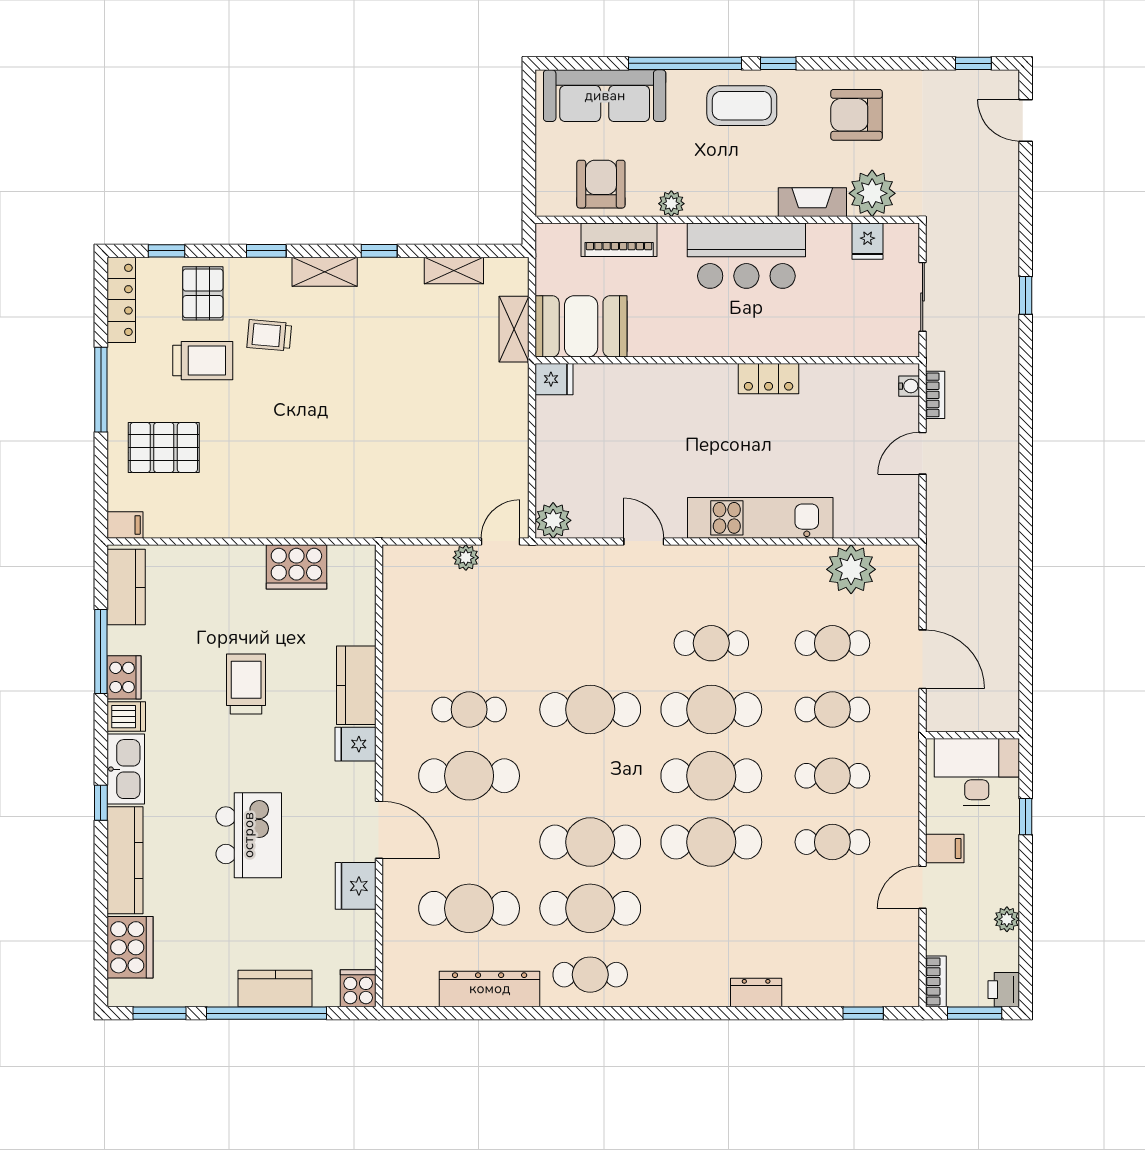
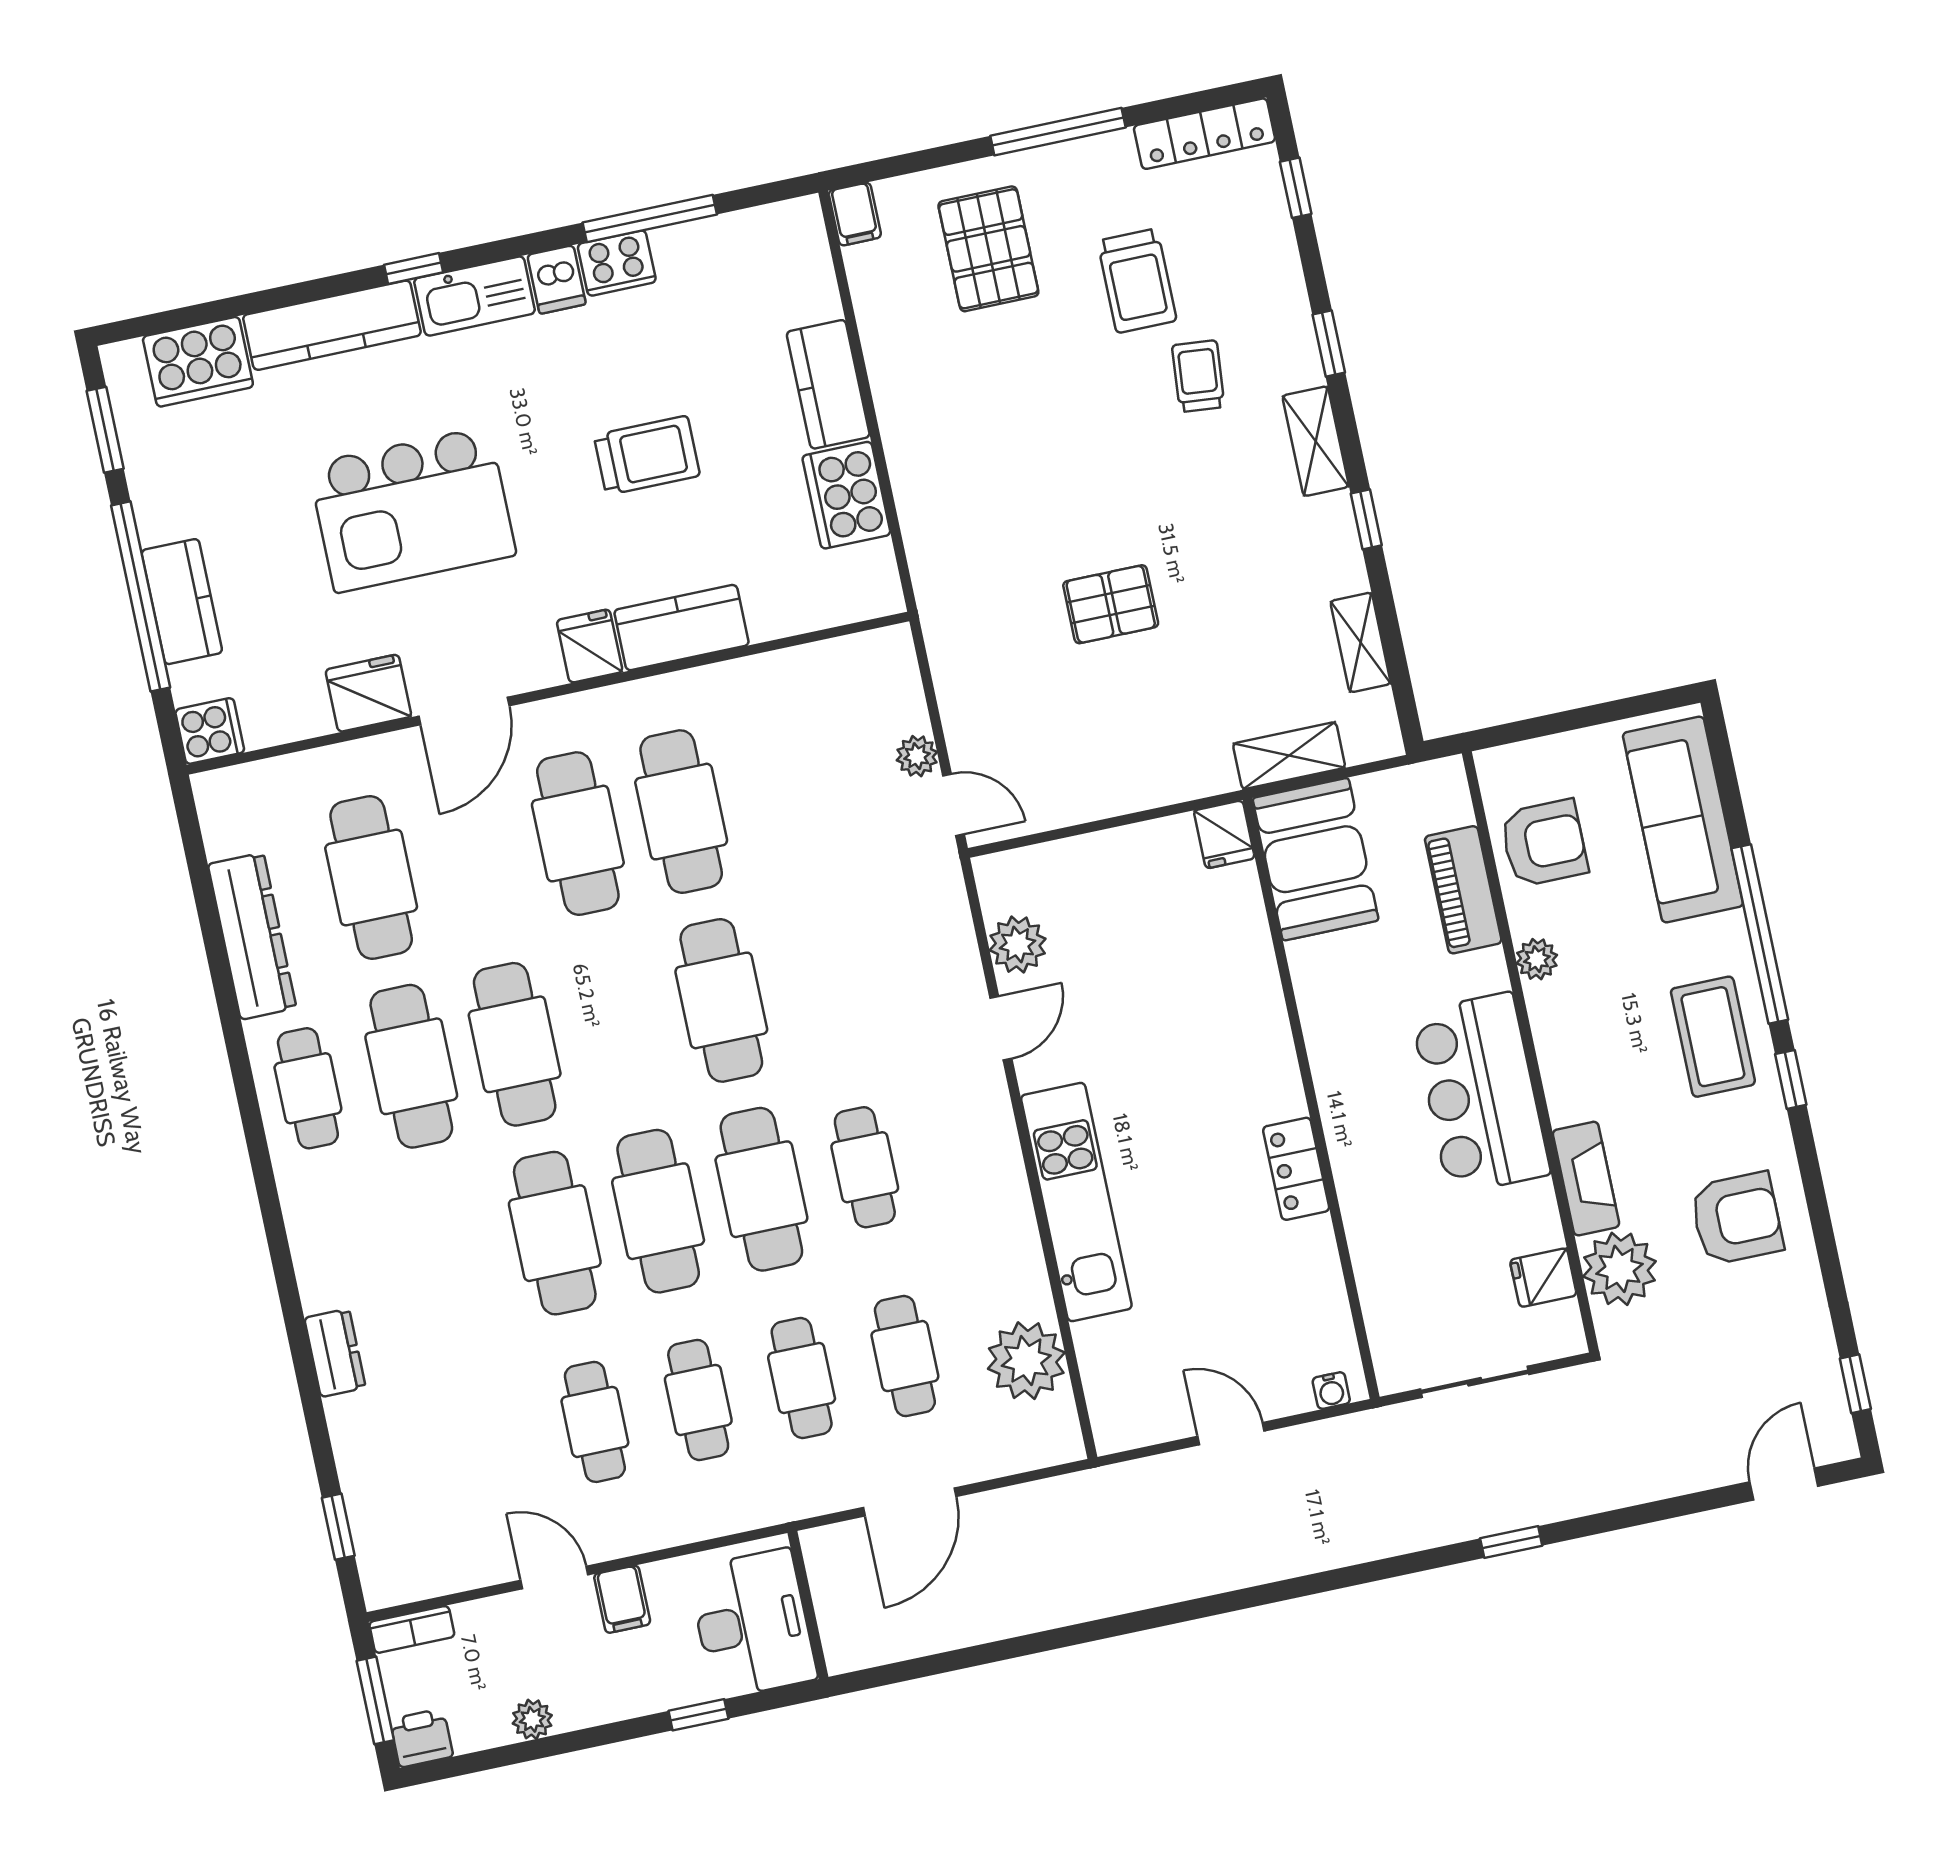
armchair: (856, 115) -> (1737, 1219), turned 90
pallet: (203, 293) -> (1111, 604), moved
bookcase: (935, 395) -> (1326, 1434), removed
plant: (553, 520) -> (1018, 945), moved
kitchen counter: (126, 587) -> (828, 384), moved, turned 90
cafe table: (469, 709) -> (681, 812), width x1.37, depth x1.35
kitchen island: (249, 835) -> (412, 510), width x1.37, depth x1.28

